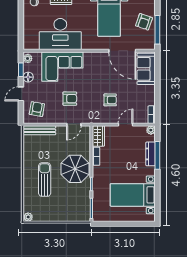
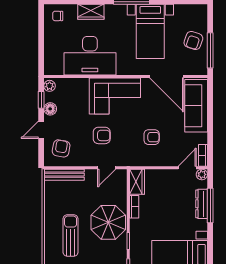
corner sofa: (62, 67) -> (115, 96), moved
sofa: (146, 69) -> (196, 106), width x1.36
door: (126, 125) -> (187, 168), moved

